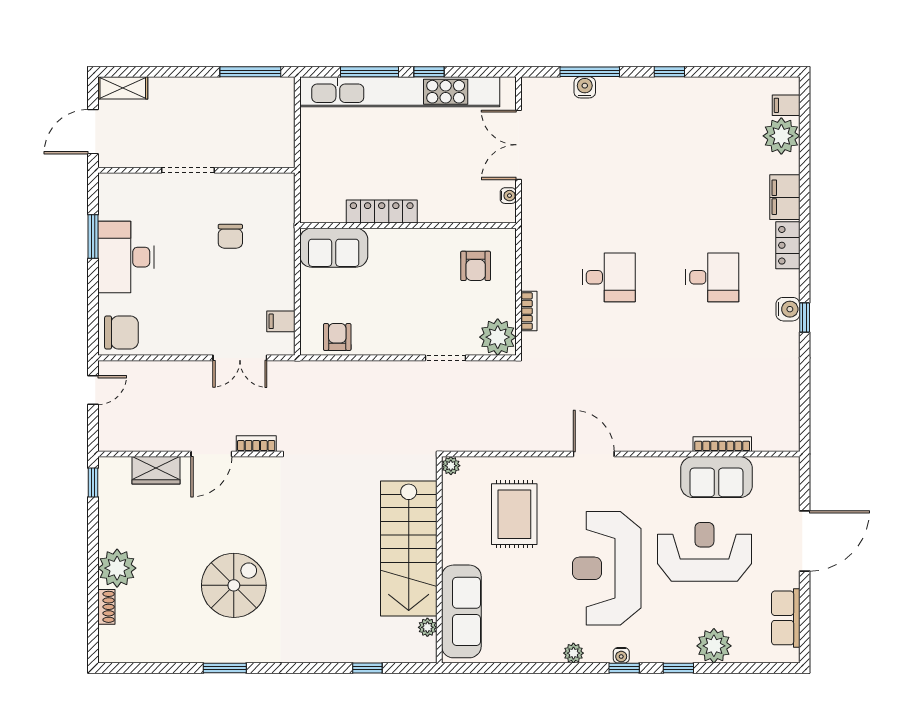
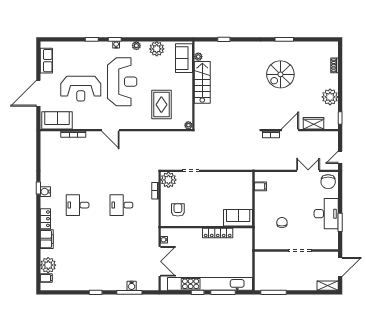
chair: (121, 332) -> (328, 182), turned -90
armchair: (337, 337) -> (237, 180), removed
double door: (240, 358) -> (308, 171), moved
door: (594, 454) -> (110, 130), moved
sofa: (717, 477) -> (57, 120), moved
stairs: (409, 549) -> (202, 82), width x0.73, depth x0.66
plant: (117, 568) -> (330, 97), moved
sofa: (461, 611) -> (184, 58), width x0.73
plant: (714, 646) -> (157, 49), moved

